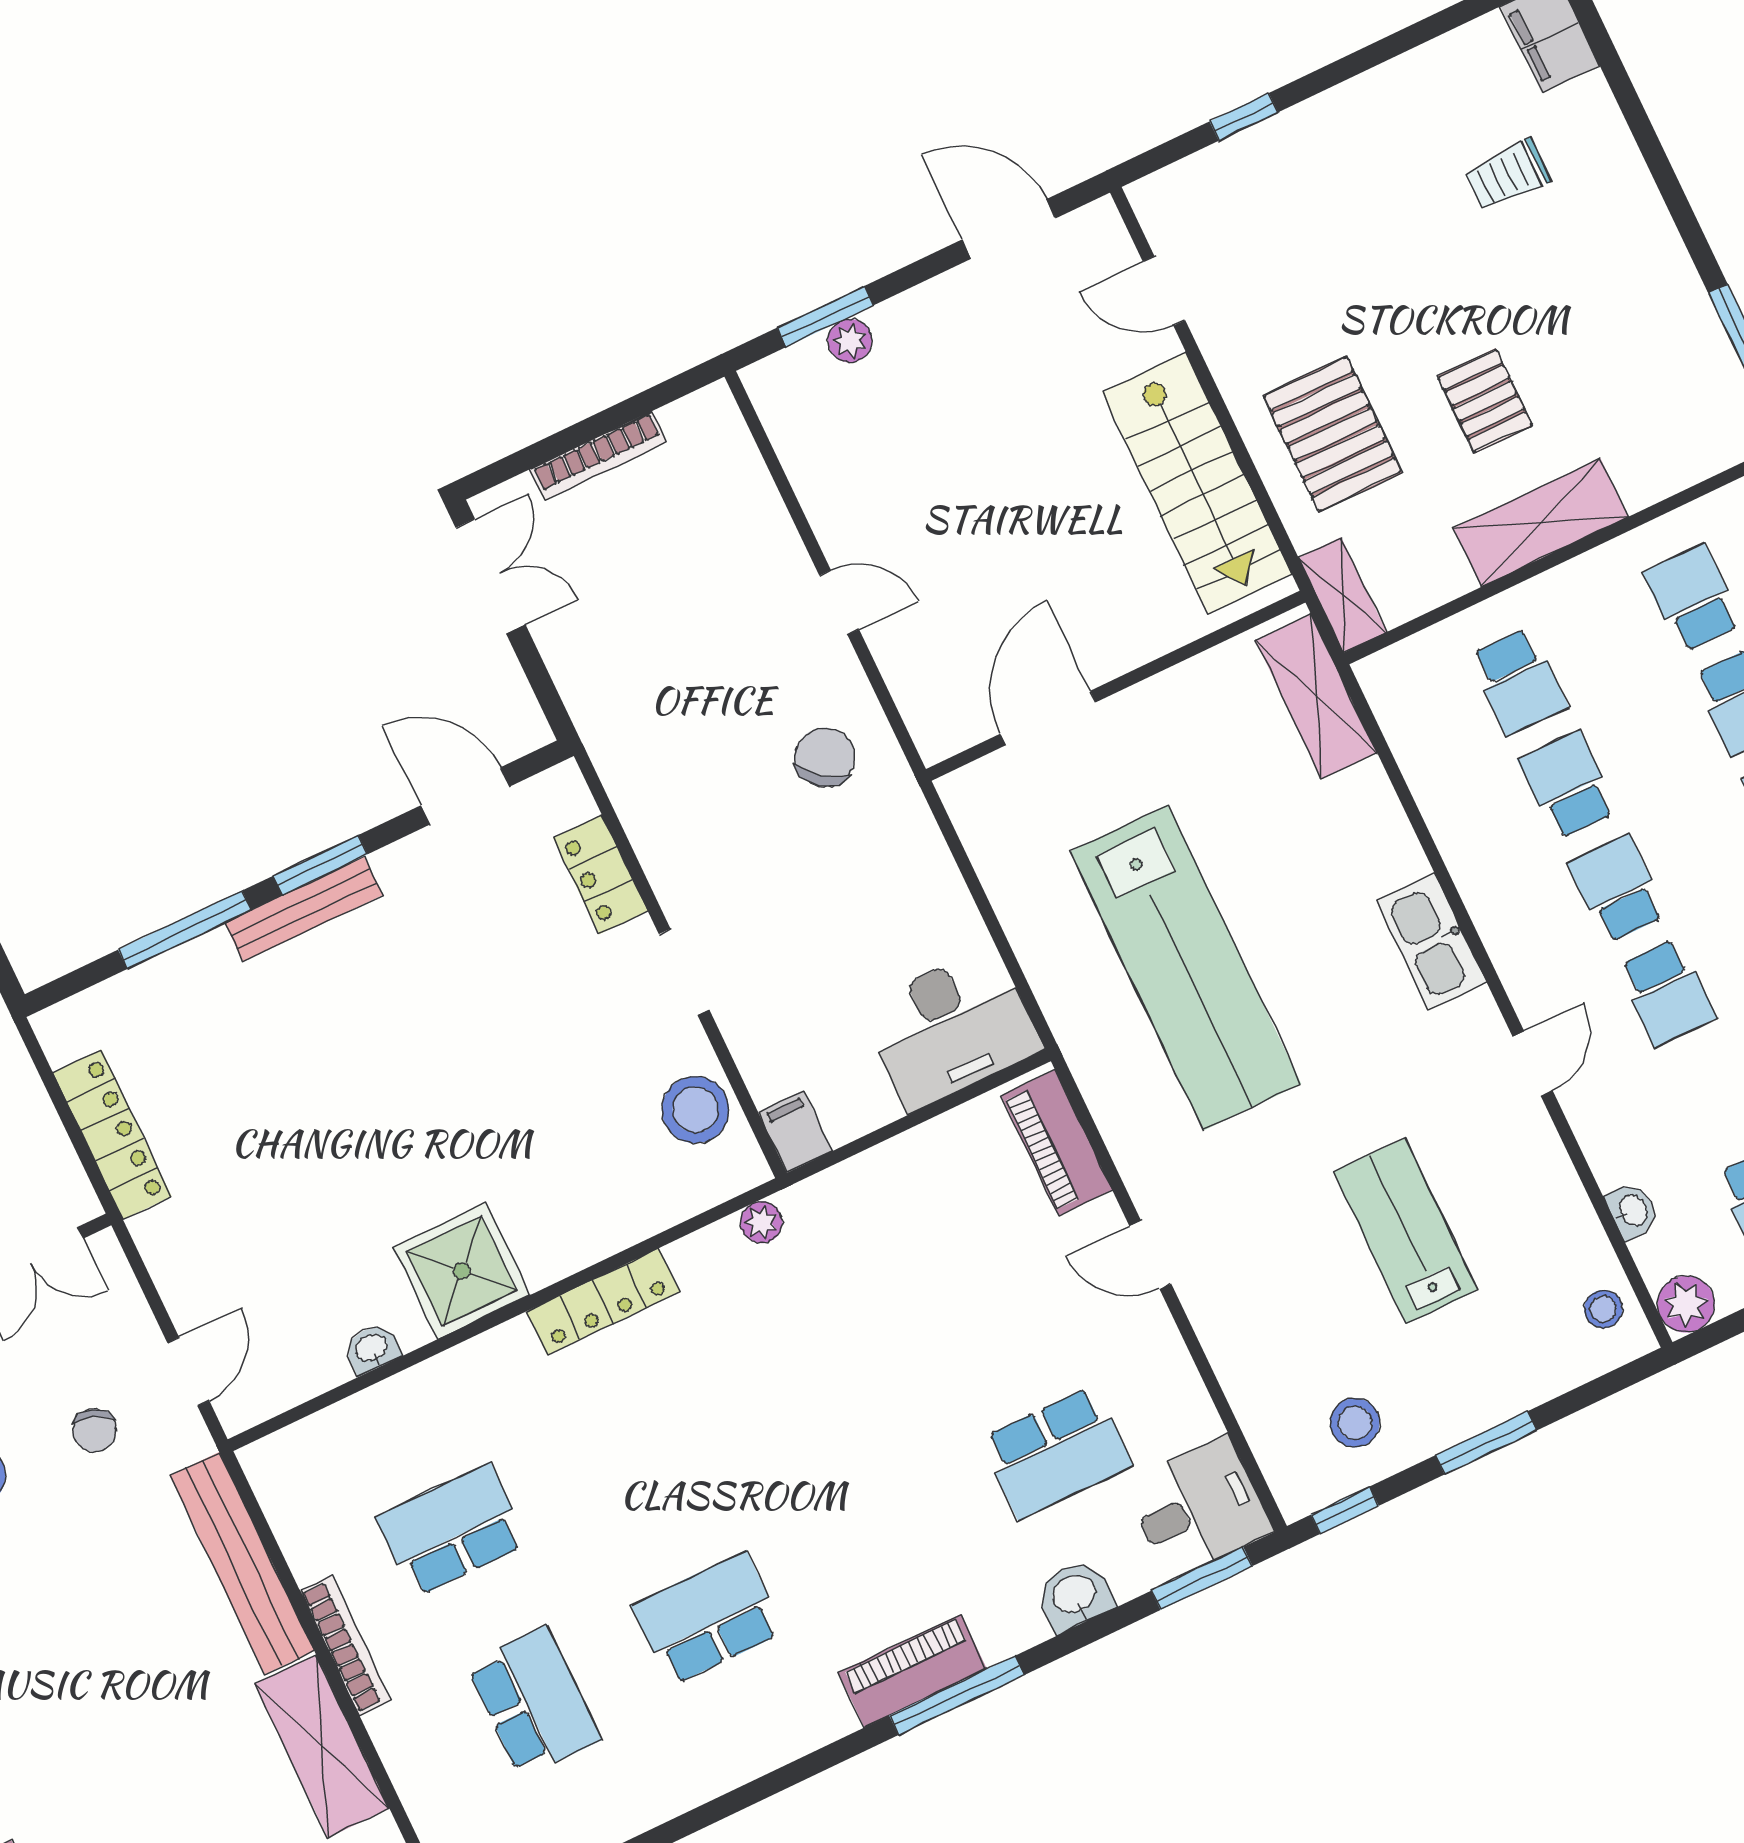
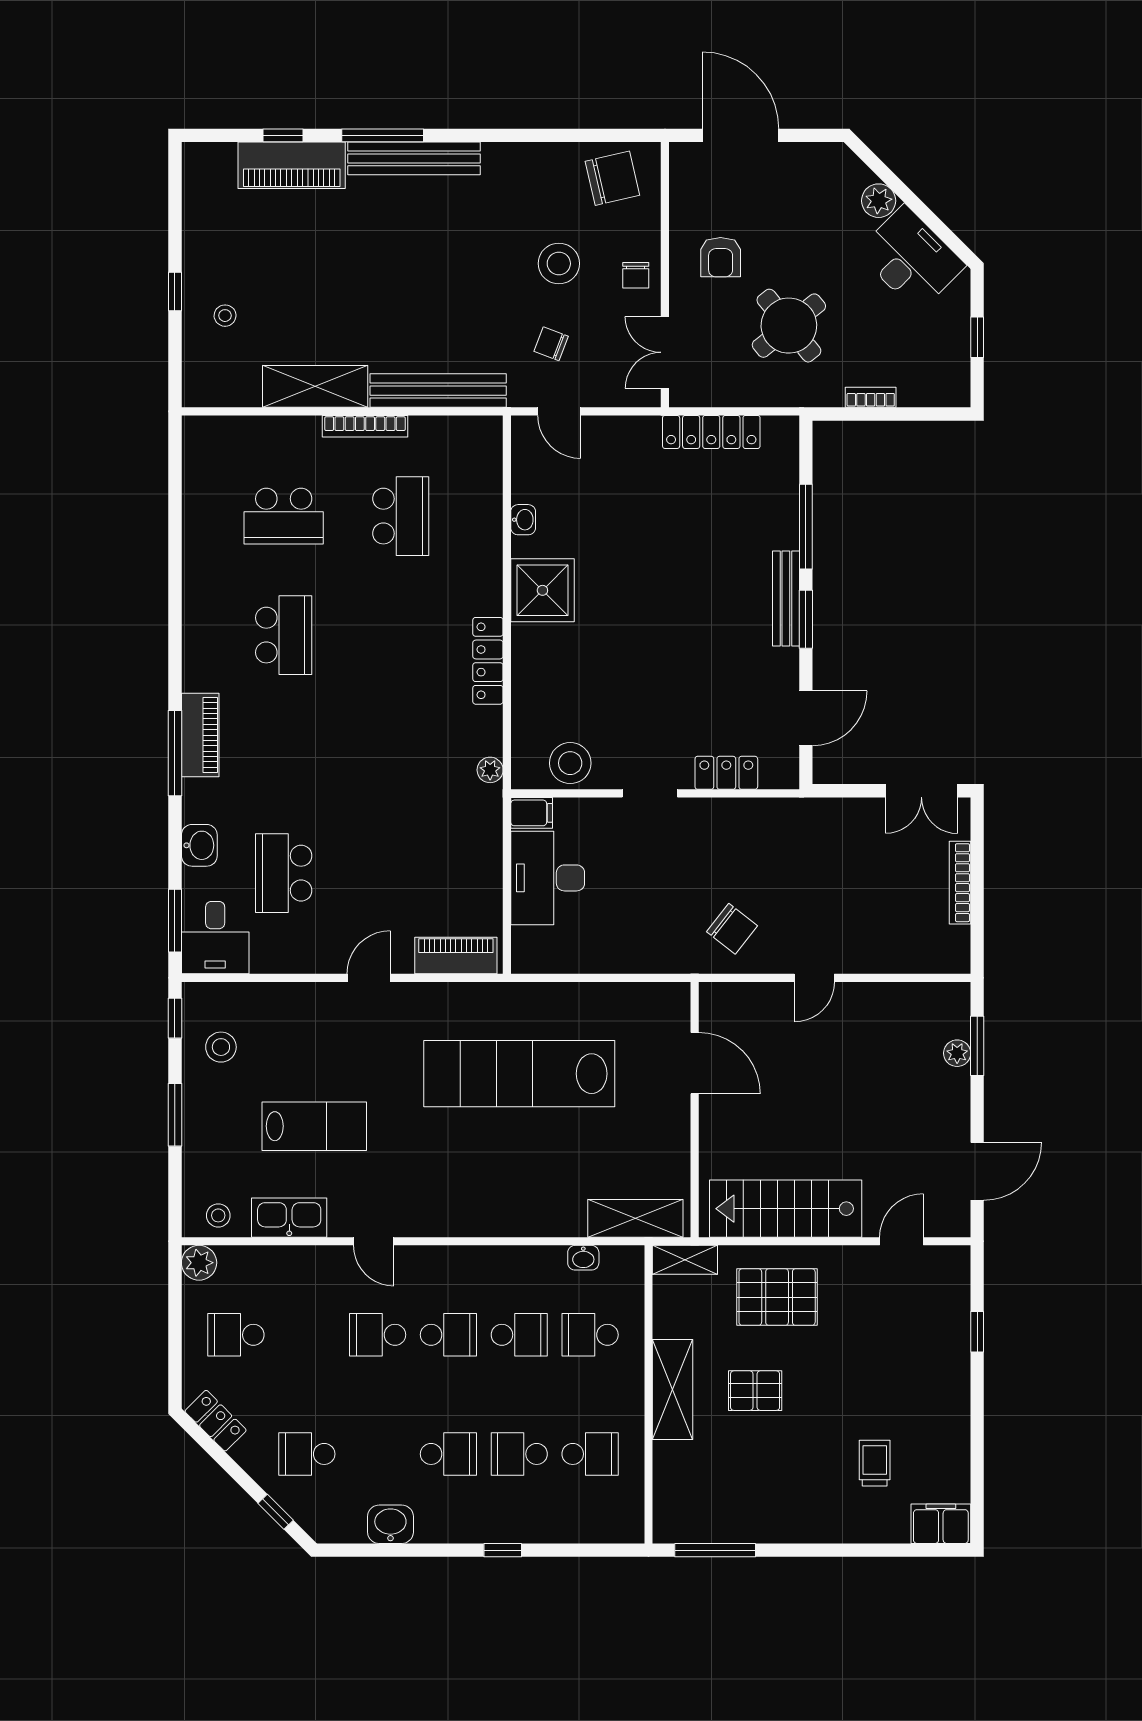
kitchen sink: (1432, 942) -> (289, 1218), moved
desk: (951, 1028) -> (548, 878), moved
washbasin: (1632, 1211) -> (583, 1258), moved

